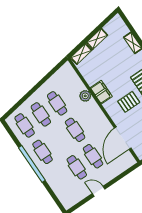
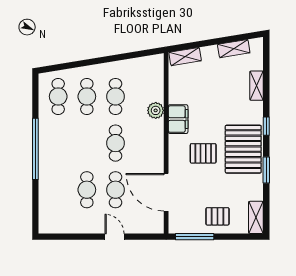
shelving: (97, 39) -> (234, 49), moved
door: (123, 138) -> (166, 192), hinge flipped
cafe table: (43, 152) -> (58, 143), removed
door: (99, 191) -> (114, 237), moved

